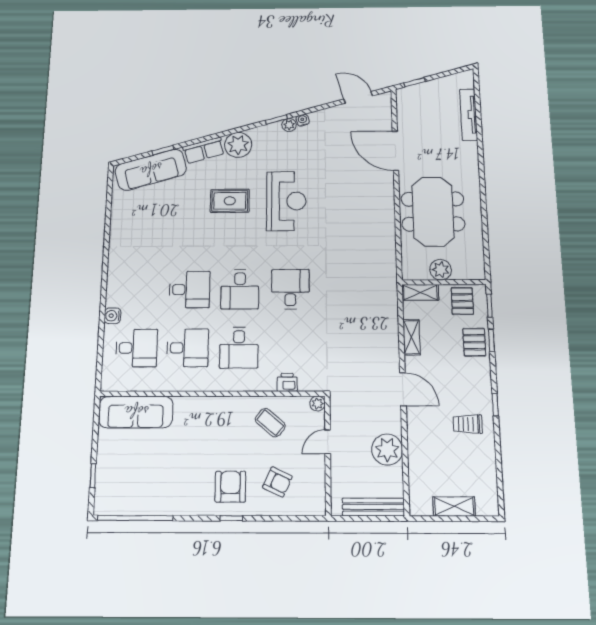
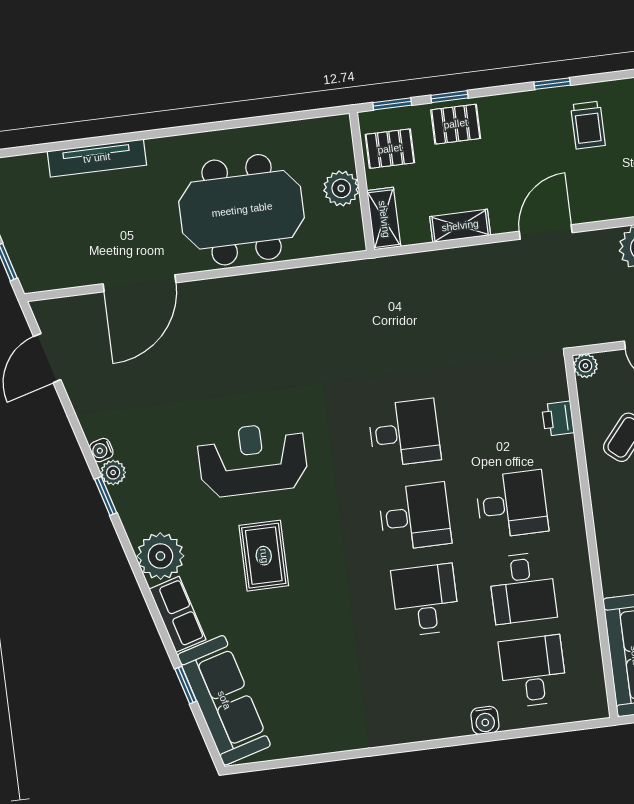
tv unit: (469, 115) -> (97, 158), moved
desk: (290, 289) -> (404, 433), turned 180
desk: (188, 348) -> (522, 588), turned 180

